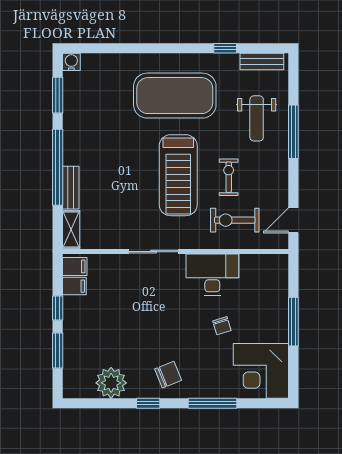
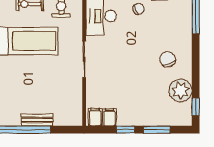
shelving: (71, 230) -> (68, 120), removed
chair: (168, 375) -> (168, 59), moved
window: (148, 403) -> (196, 107), moved

